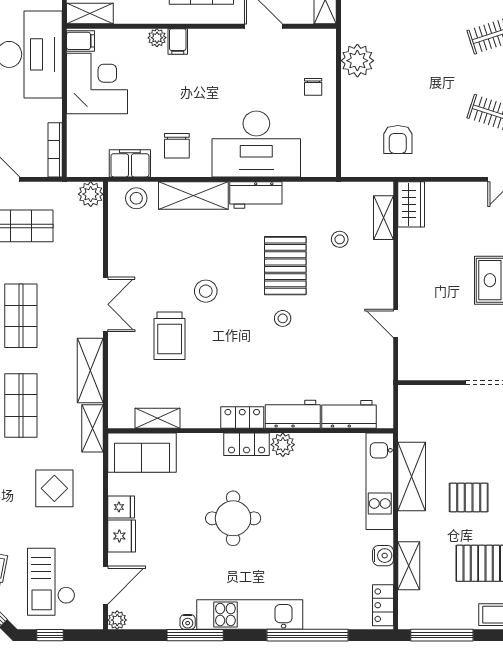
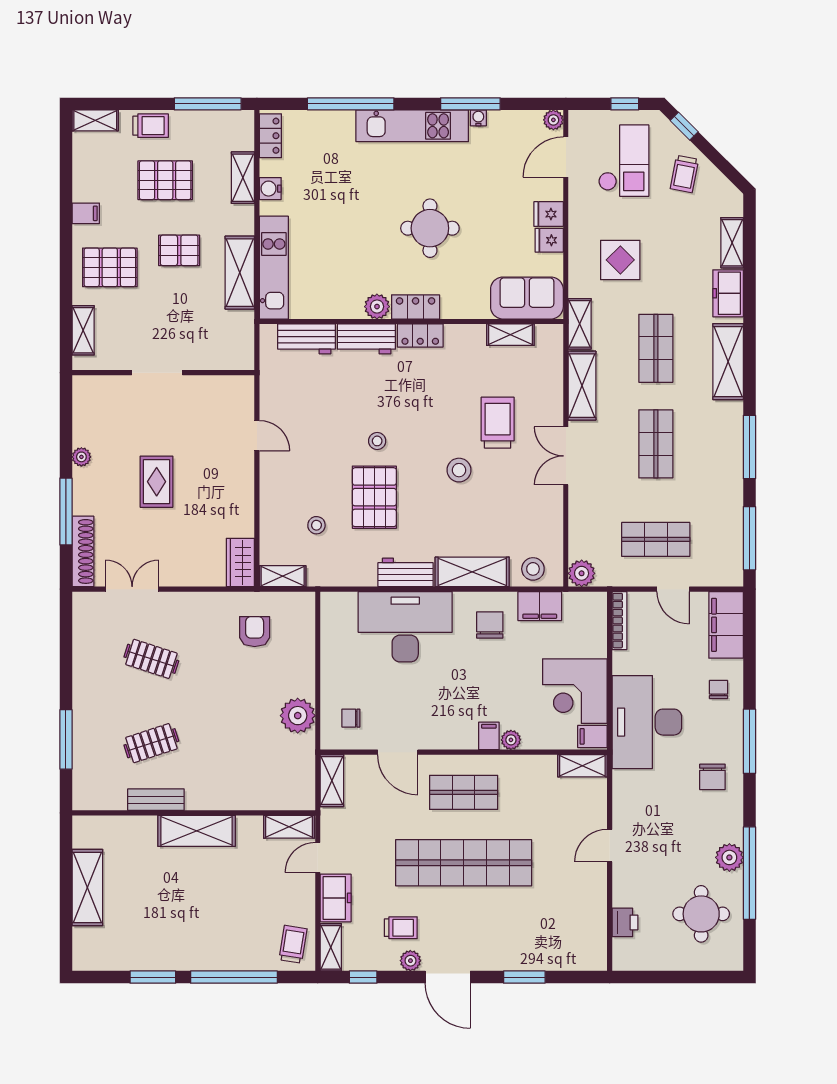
chair: (313, 87) -> (351, 718), moved, turned -90
shelving: (383, 218) -> (283, 576), moved, turned 90
fridge: (122, 536) -> (549, 214), width x0.72

